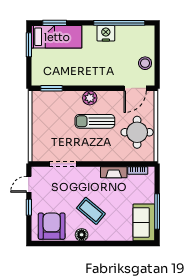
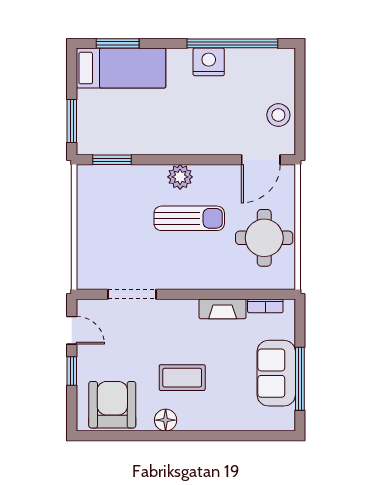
window: (29, 45) -> (72, 121), moved
sun lounger: (95, 121) -> (189, 218), turned 180
door: (29, 184) -> (72, 330), swing flipped
coffee table: (91, 211) -> (182, 378), turned -40
sofa: (144, 222) -> (276, 373), moved

